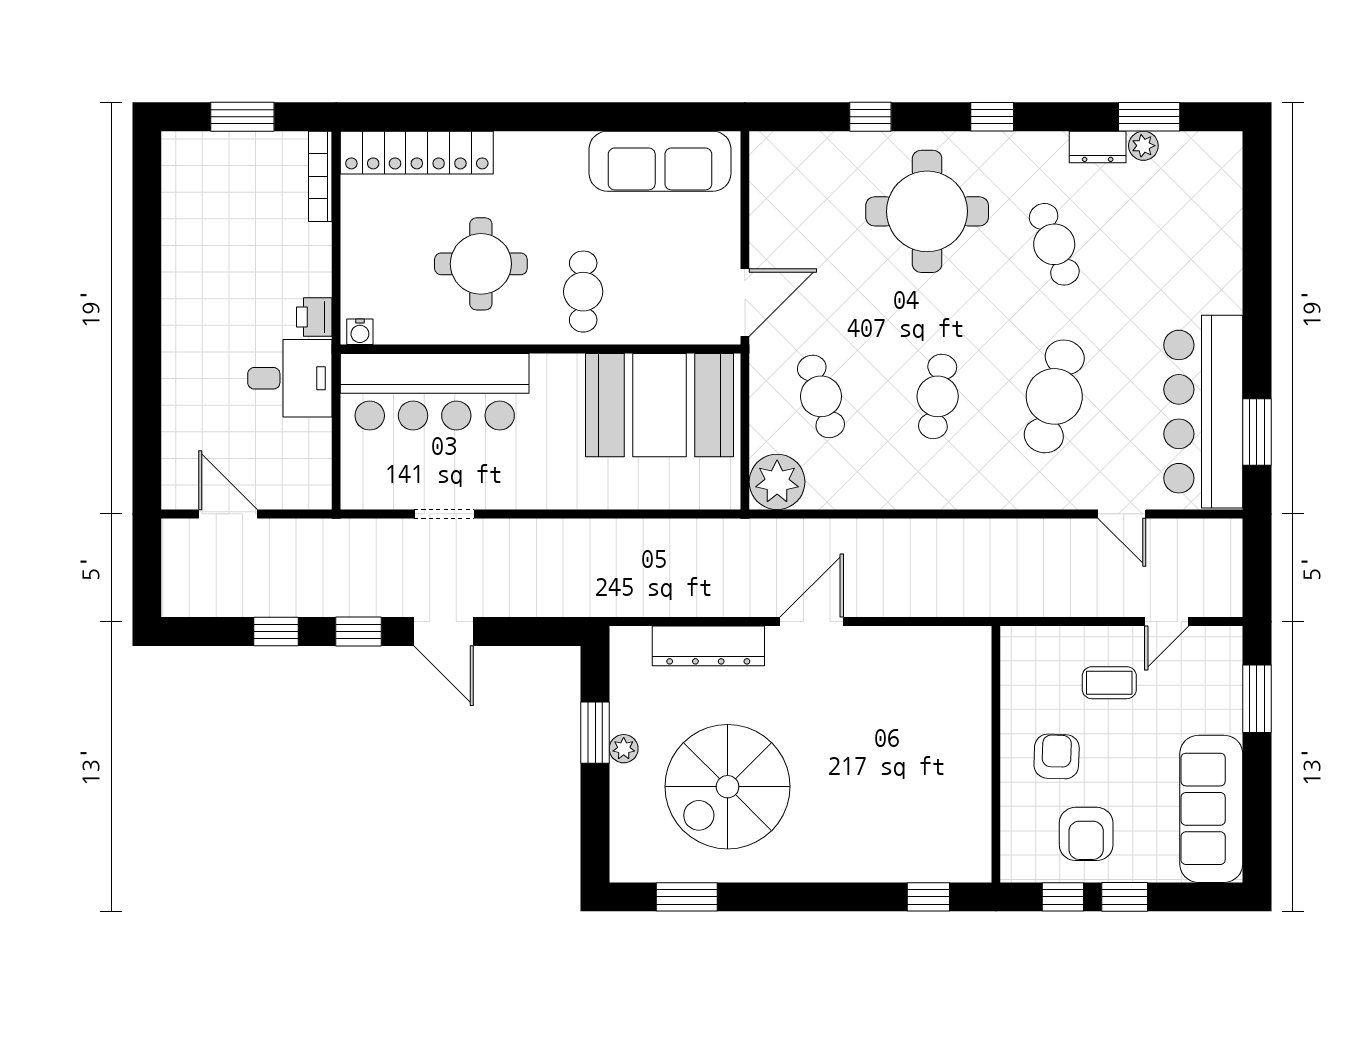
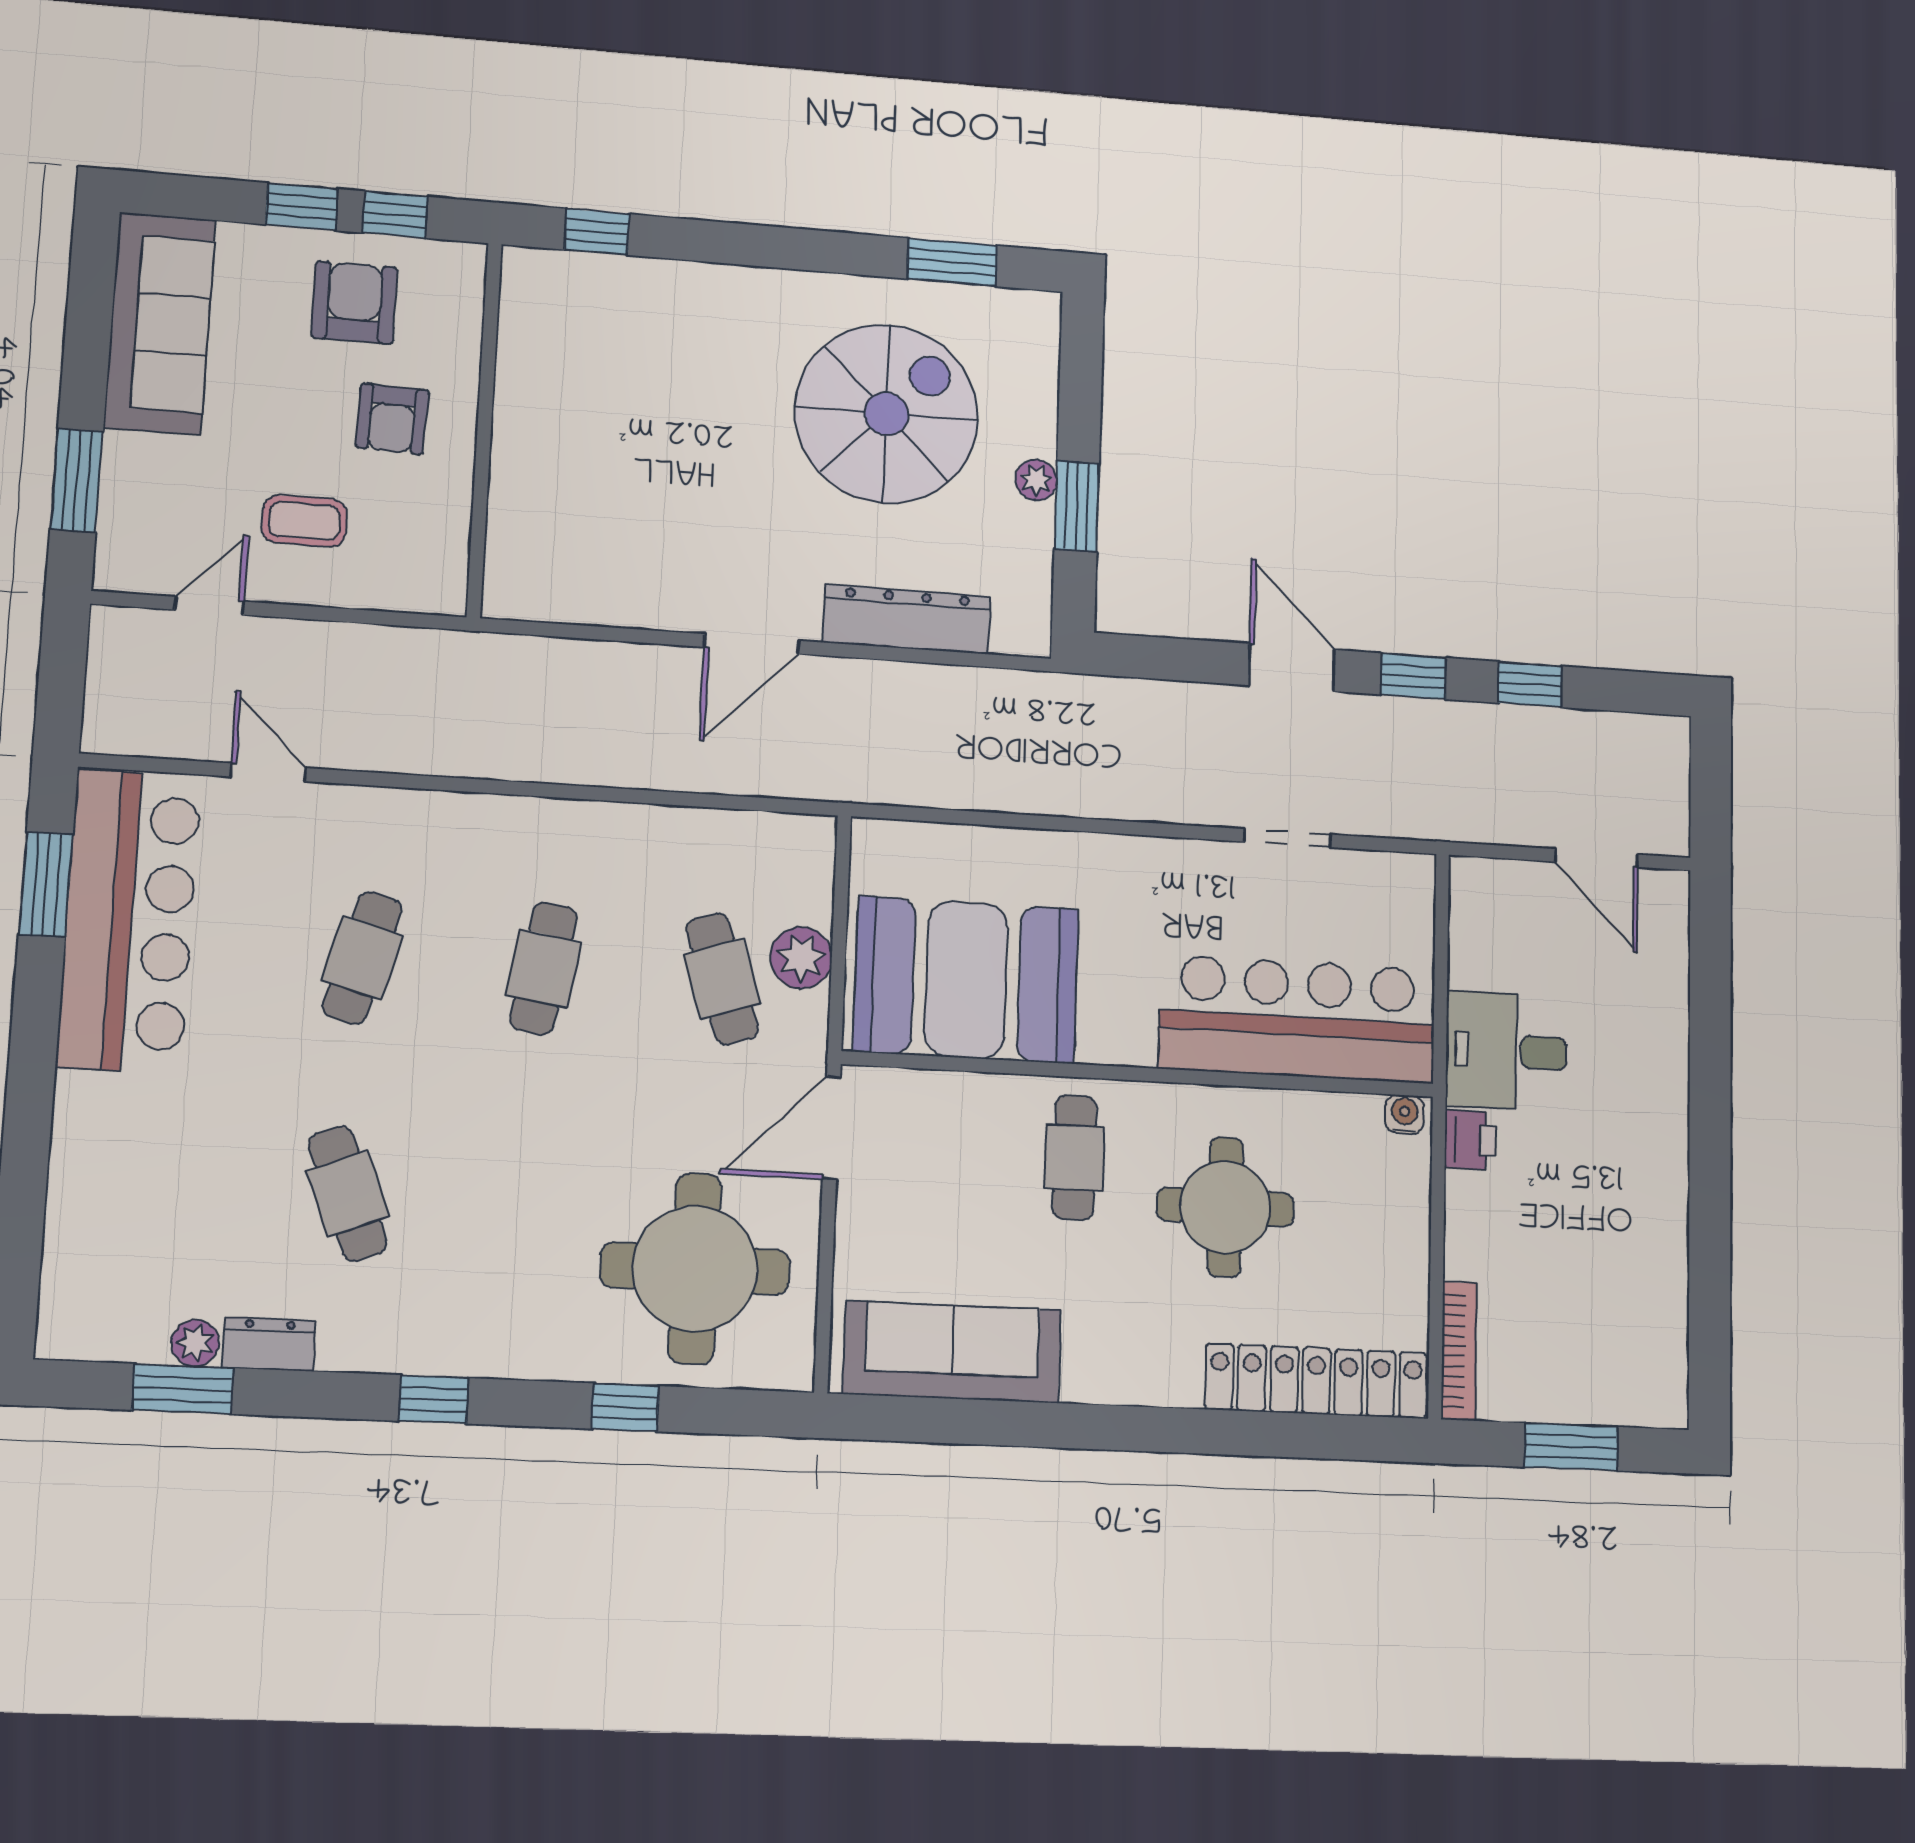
round table: (927, 211) -> (695, 1269), moved
cafe table: (1054, 396) -> (362, 958), width x0.73, depth x0.74
plant: (777, 482) -> (801, 958), moved, width x0.73, depth x0.73

